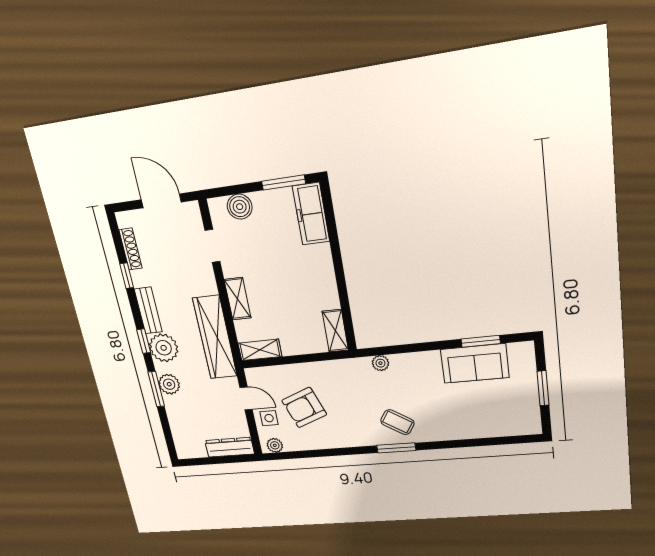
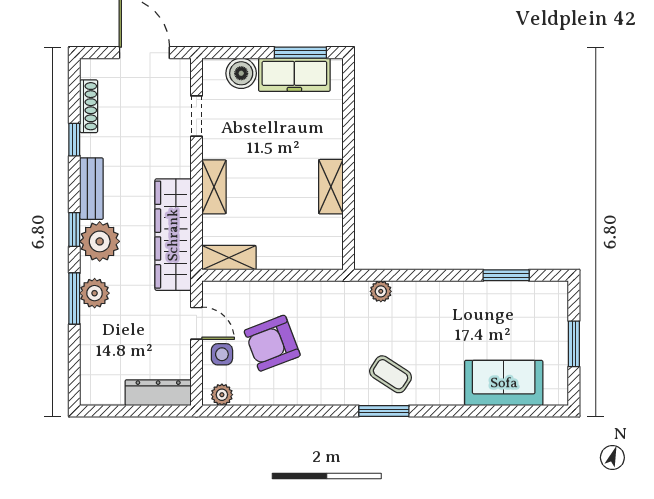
freezer: (311, 214) -> (294, 75), moved, turned -90
shelving: (335, 331) -> (331, 187), moved
sofa: (475, 363) -> (504, 383), moved, turned 180

